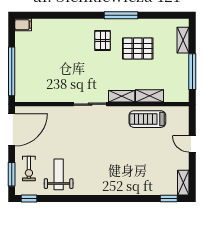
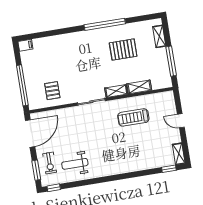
window: (121, 15) -> (105, 24), width x1.46
pallet: (103, 40) -> (52, 91), moved
treadmill: (147, 119) -> (133, 117), moved
weight bench: (59, 174) -> (75, 164), turned -90

